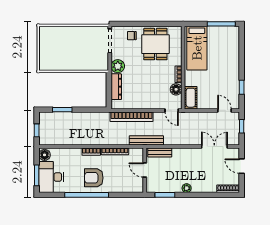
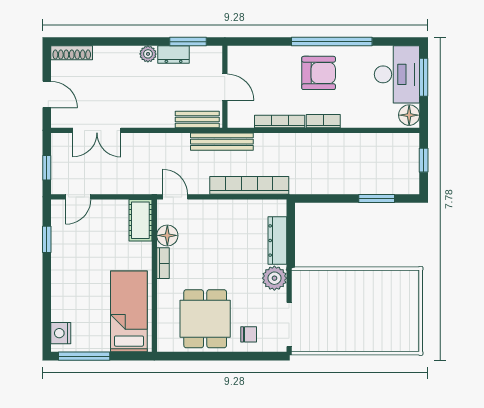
nightstand: (234, 36) -> (61, 333), added
door: (225, 110) -> (78, 197), hinge flipped
dresser: (173, 188) -> (174, 55), added

